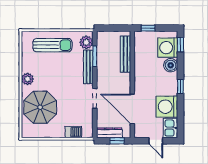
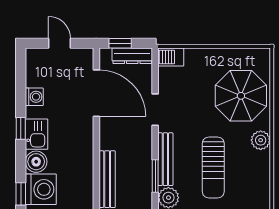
sun lounger: (52, 45) -> (213, 167), moved, turned -90
washing machine: (167, 107) -> (34, 97), width x0.53, depth x0.53
kitchen sink: (170, 128) -> (37, 134), moved
barbecue: (73, 132) -> (171, 57), moved

